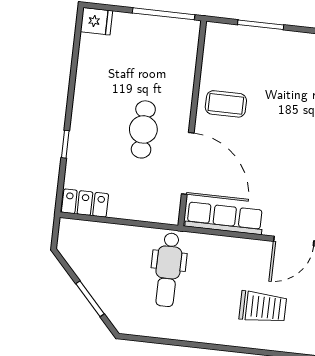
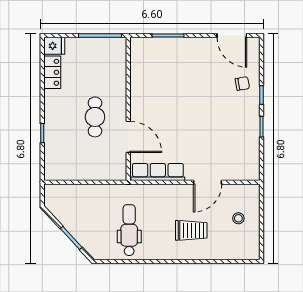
coffee table: (226, 104) -> (150, 93), removed
door: (188, 163) -> (128, 137), width x0.73
locker: (85, 203) -> (52, 72), moved, turned 90
dental chair: (168, 270) -> (129, 230), moved, turned 180

